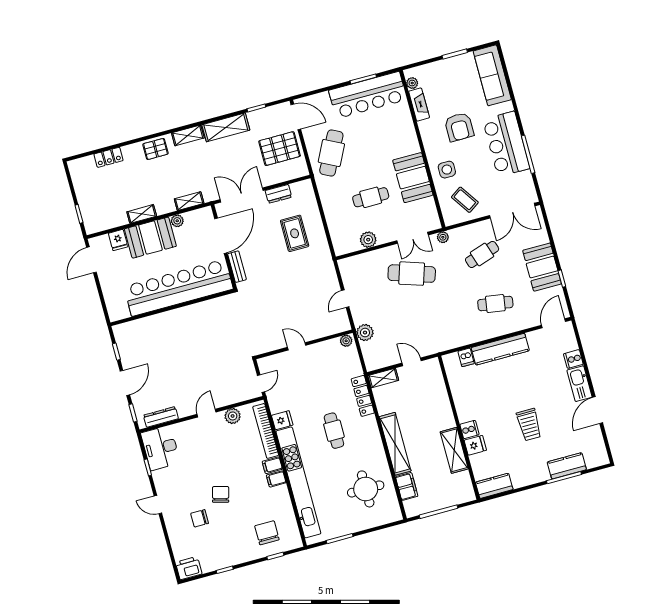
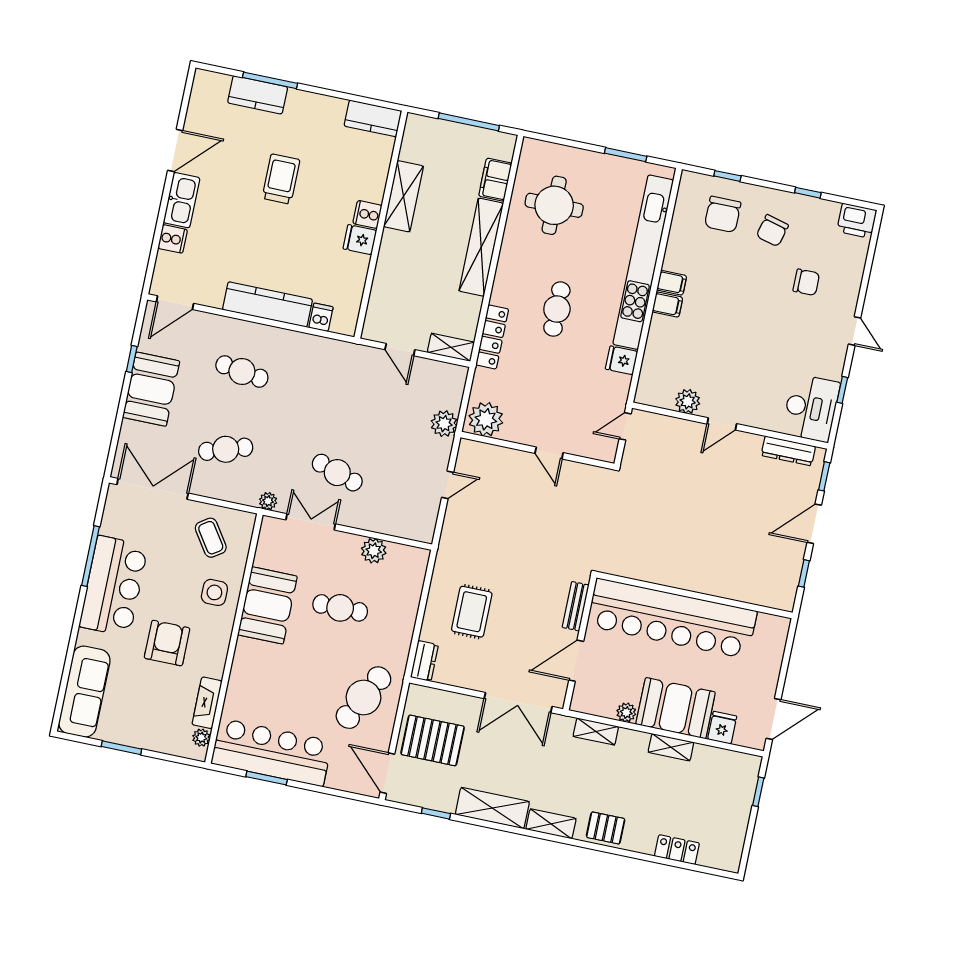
dresser: (278, 194) -> (424, 661), moved, turned 90
door: (221, 236) -> (576, 661), width x0.73
cafe table: (412, 274) -> (337, 473), width x0.73, depth x0.74
plant: (346, 341) -> (486, 419), width x1.87, depth x1.87
bookcase: (266, 431) -> (652, 357), removed
fridge: (475, 445) -> (360, 240), moved
chair: (221, 494) -> (772, 231), moved

